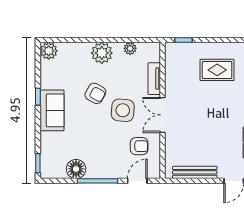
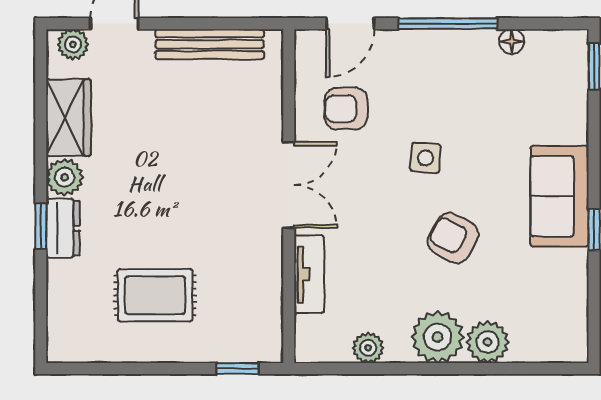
plant: (49, 51) -> (488, 342), moved
side table: (123, 110) -> (426, 158), moved, width x0.54, depth x0.54
floor lamp: (76, 169) -> (512, 42), width x0.53, depth x0.53

